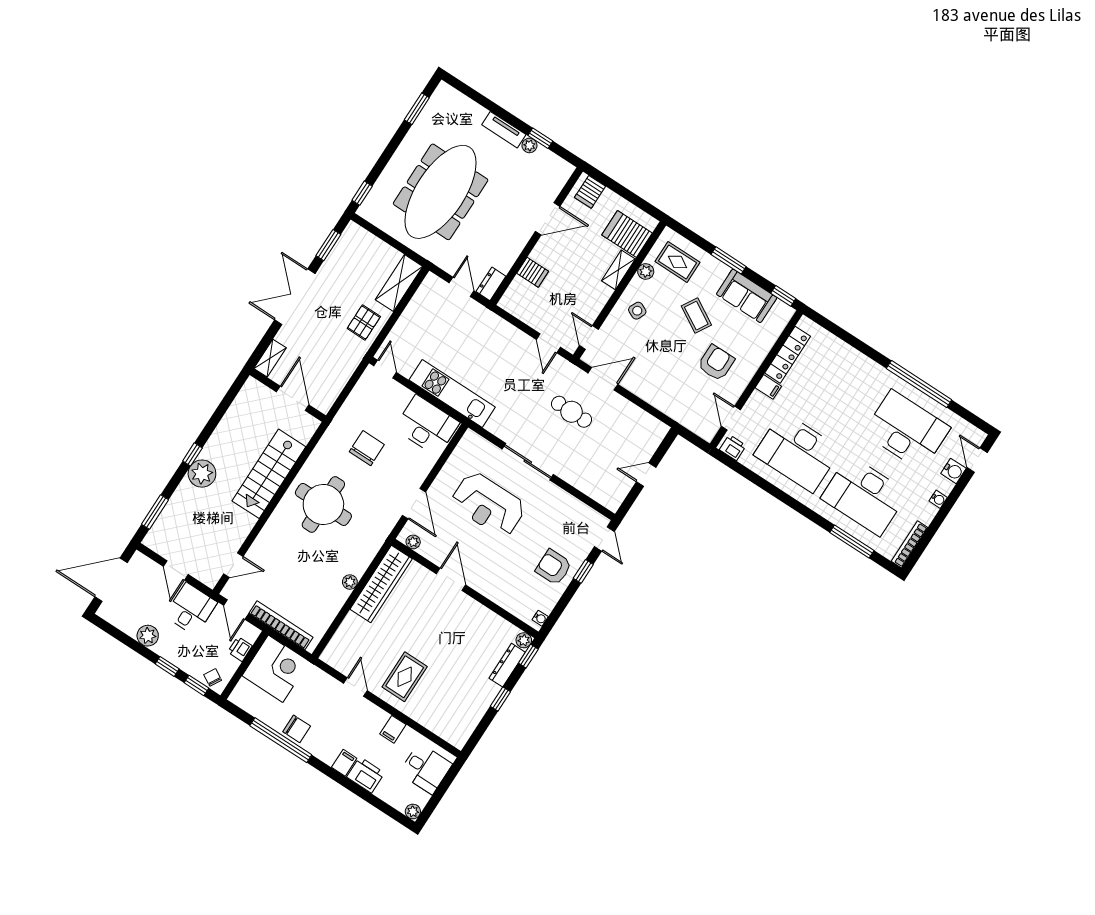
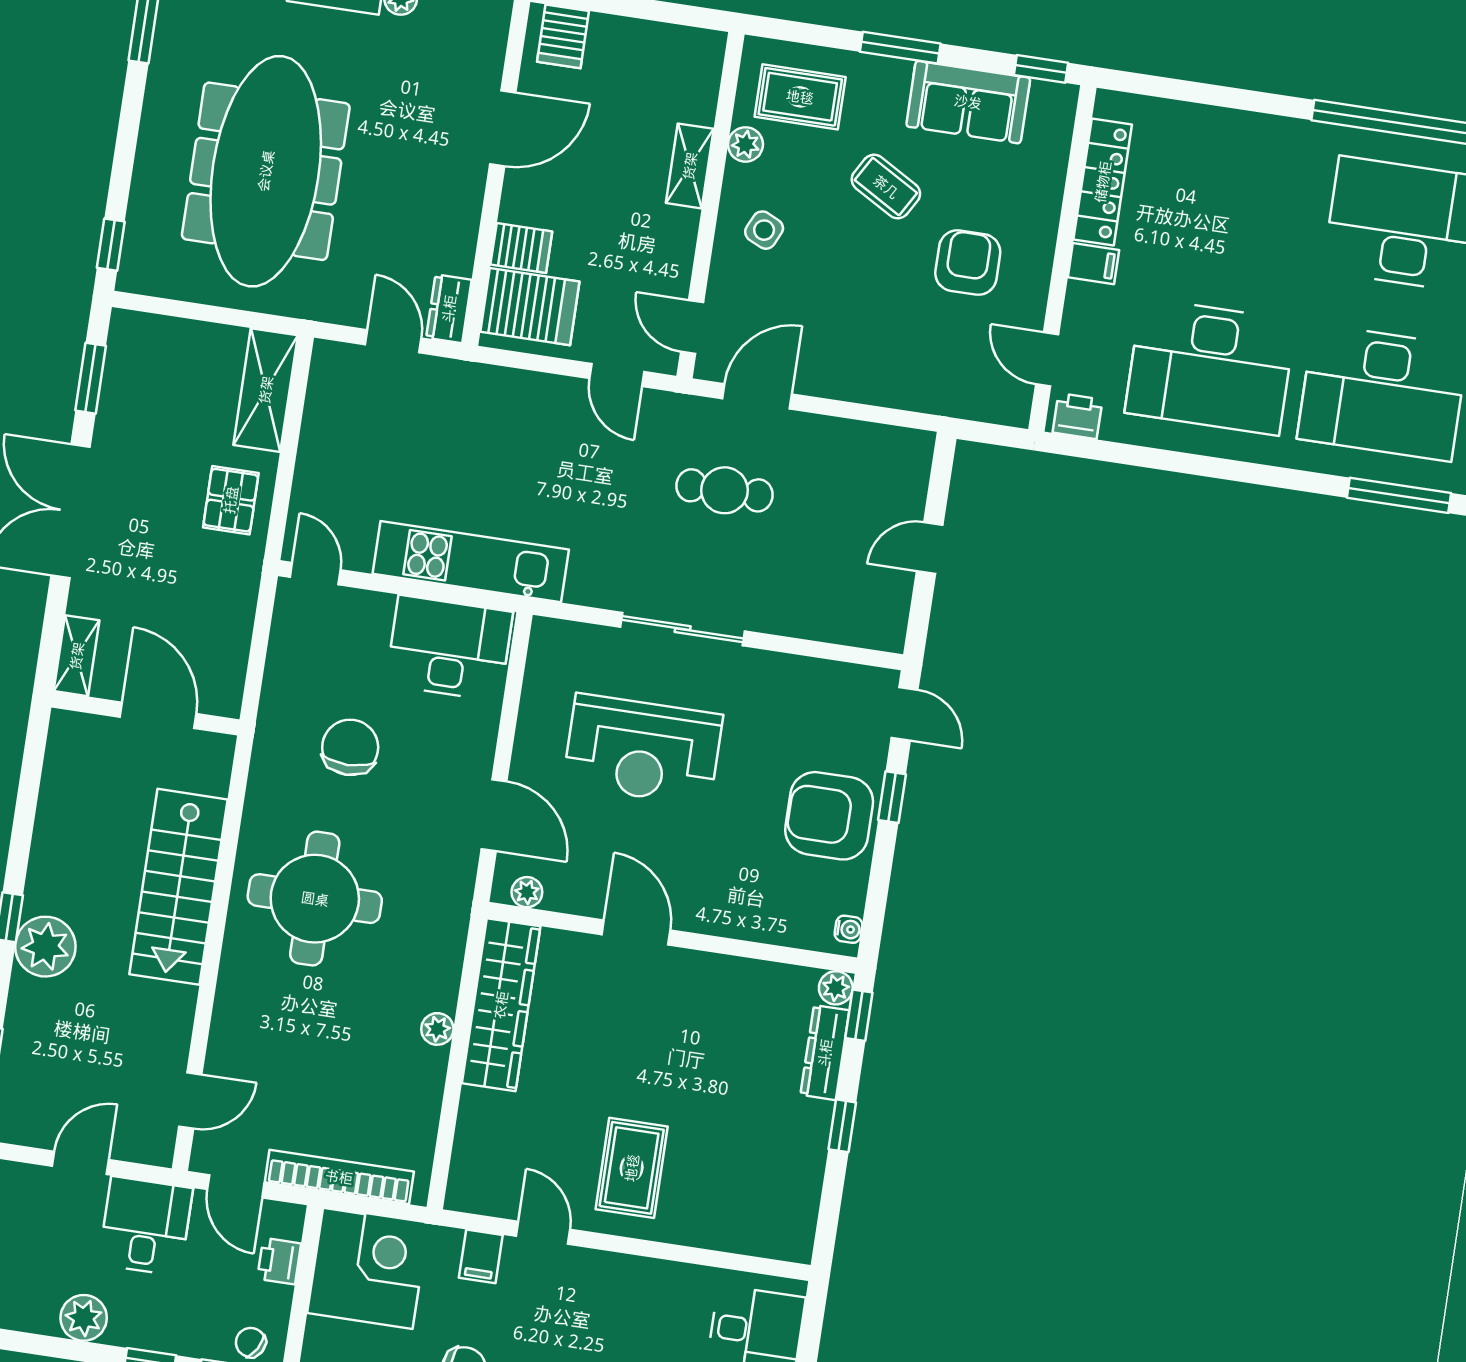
server rack: (627, 234) -> (530, 307), moved, turned 180
armchair: (554, 567) -> (829, 816), width x1.36, depth x1.36
door: (176, 570) -> (80, 1163), swing flipped
filing cabinet: (393, 729) -> (481, 1256), moved

